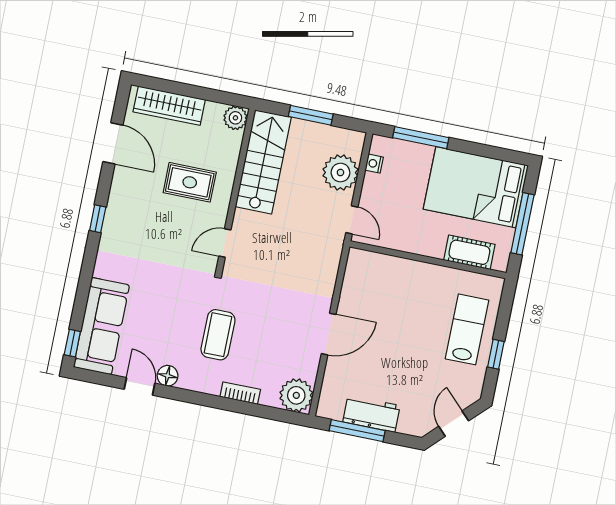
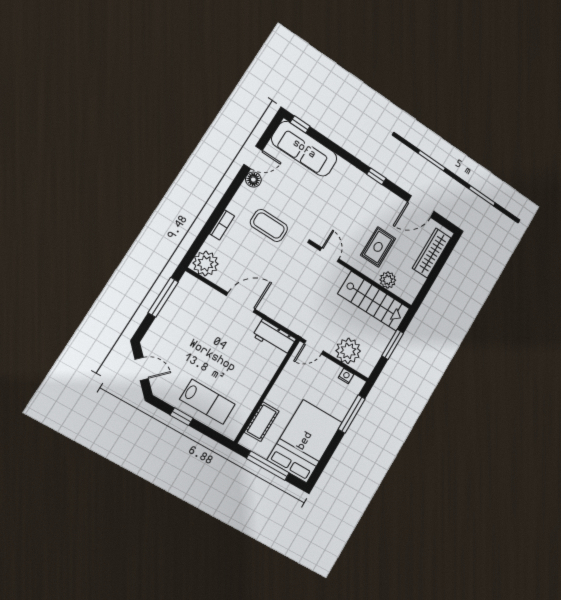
plant: (235, 118) -> (388, 280), moved
door: (329, 334) -> (241, 302), swing flipped
workbench: (371, 414) -> (274, 337), moved, turned 90

